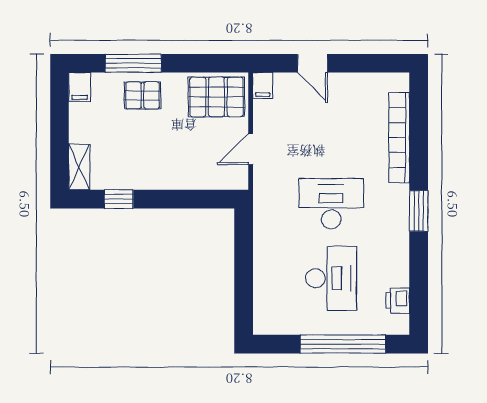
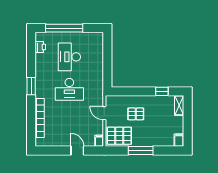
window: (133, 63) -> (141, 151), moved
pallet: (143, 95) -> (136, 114), moved
door: (251, 149) -> (104, 113), swing flipped

